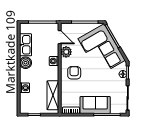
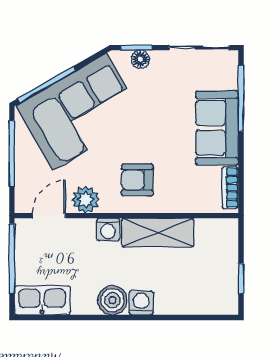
kitchen sink: (26, 45) -> (42, 300), moved
washing machine: (24, 88) -> (141, 303), moved
shelving: (53, 95) -> (158, 233), moved

